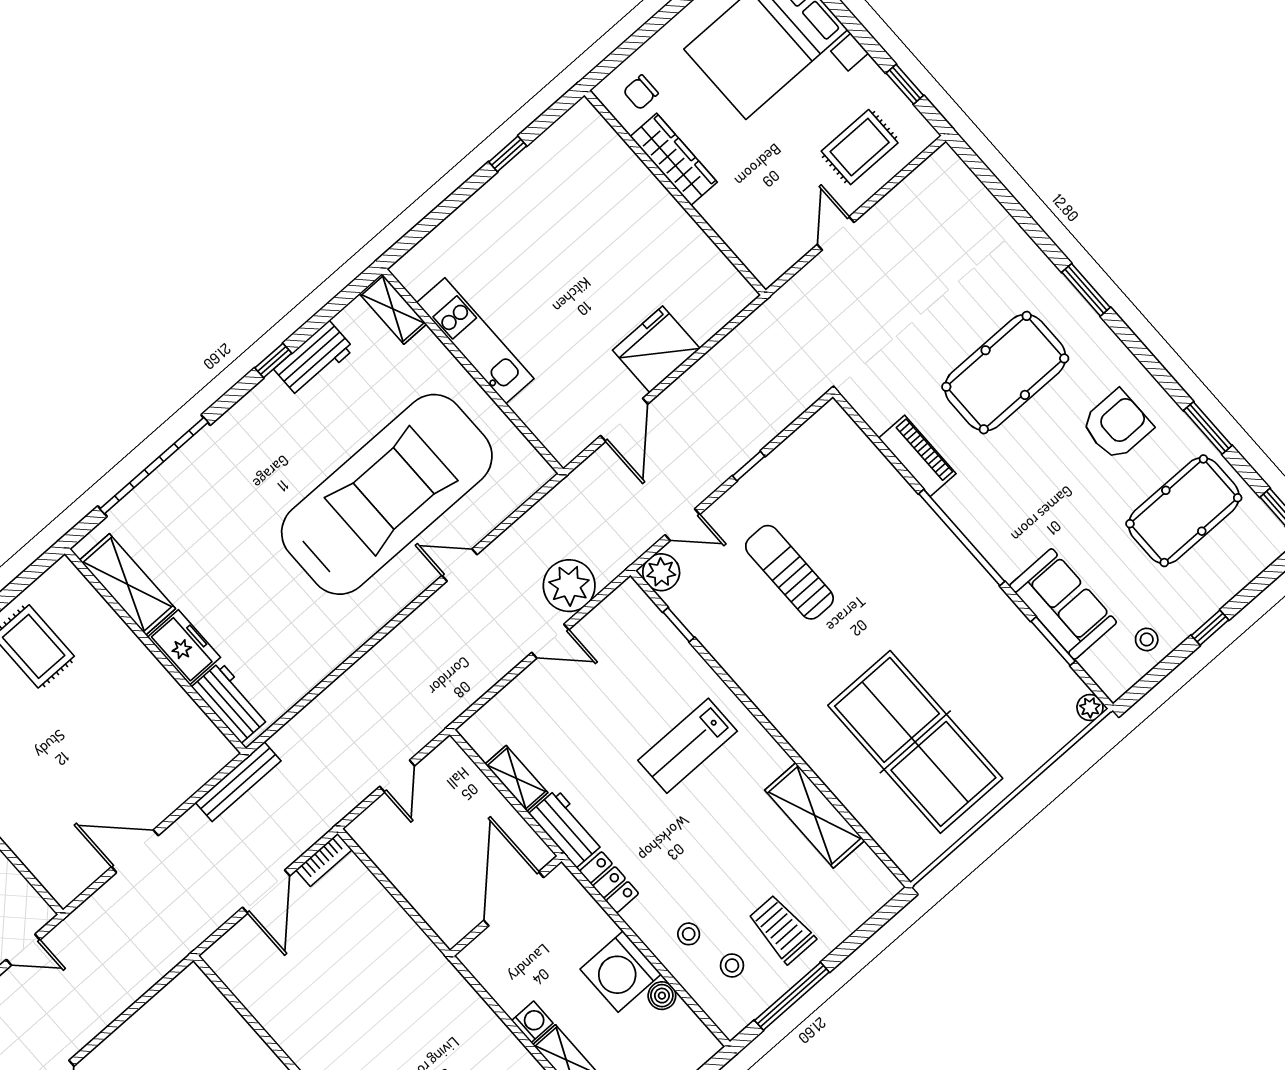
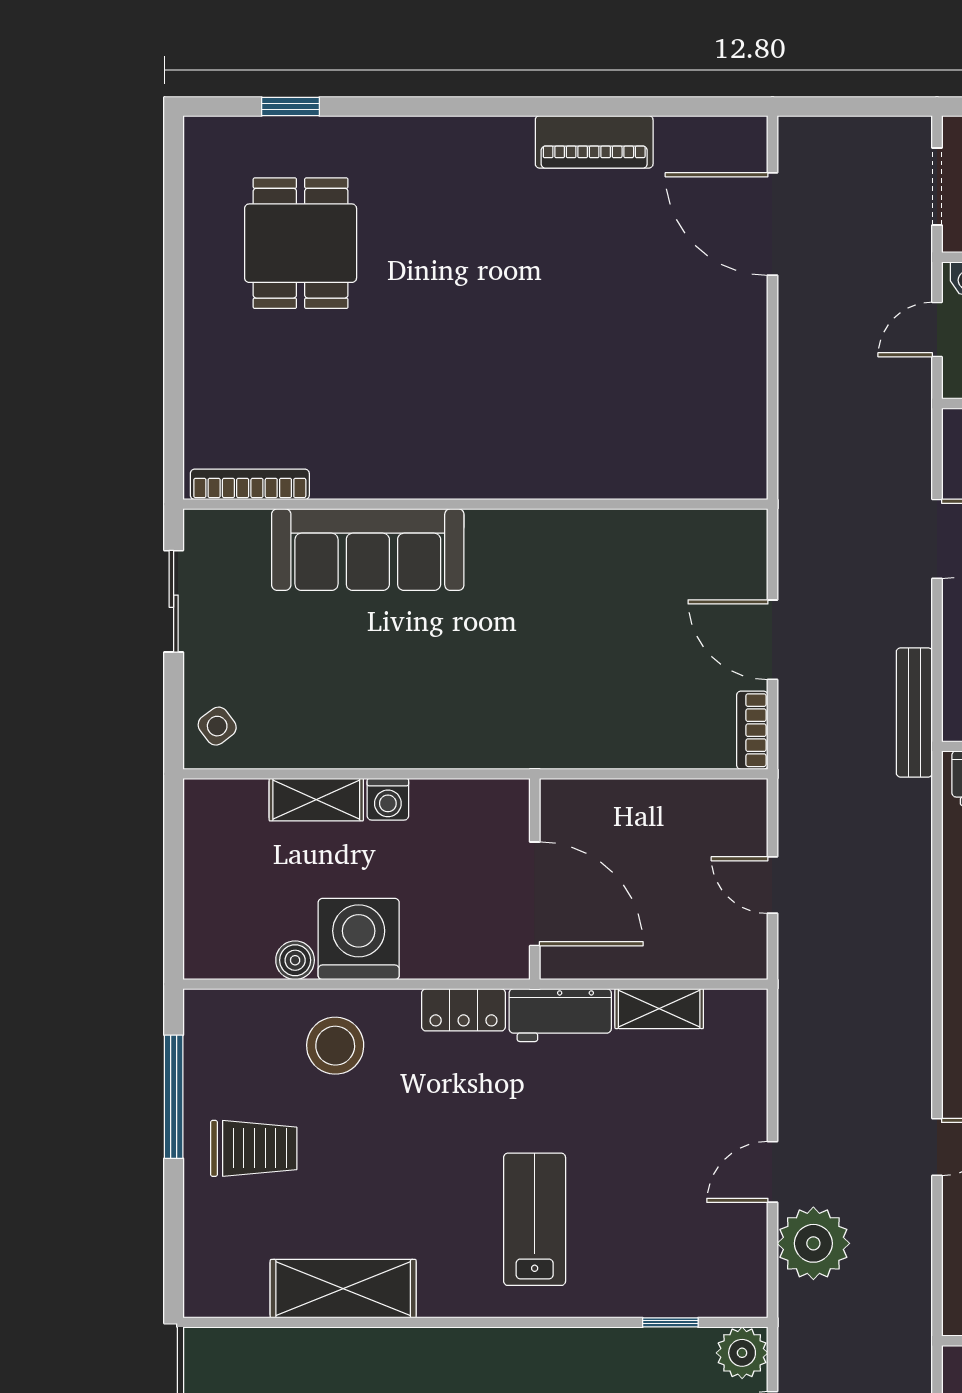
stool: (689, 934) -> (335, 1046), width x1.89, depth x1.89
stool: (732, 965) -> (262, 1062), removed

